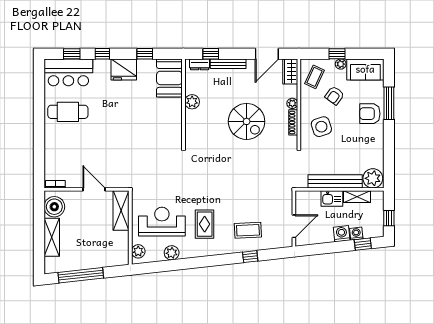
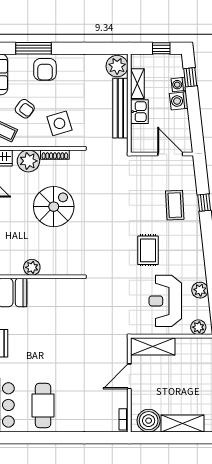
plant: (292, 103) -> (28, 161), width x1.87, depth x1.87
rug: (205, 224) -> (148, 250), moved, turned 90

